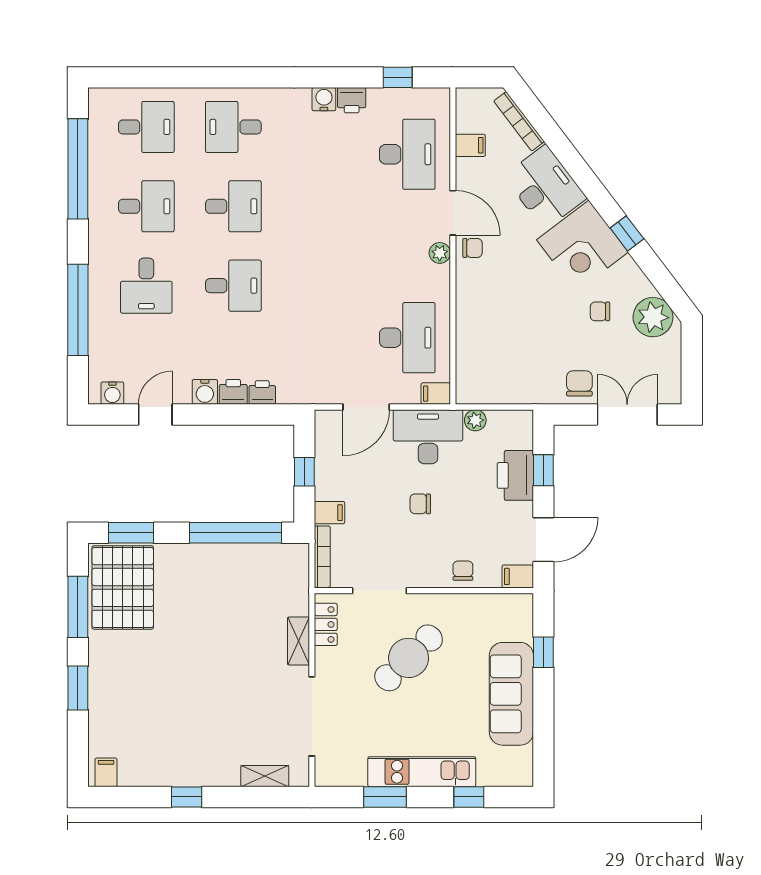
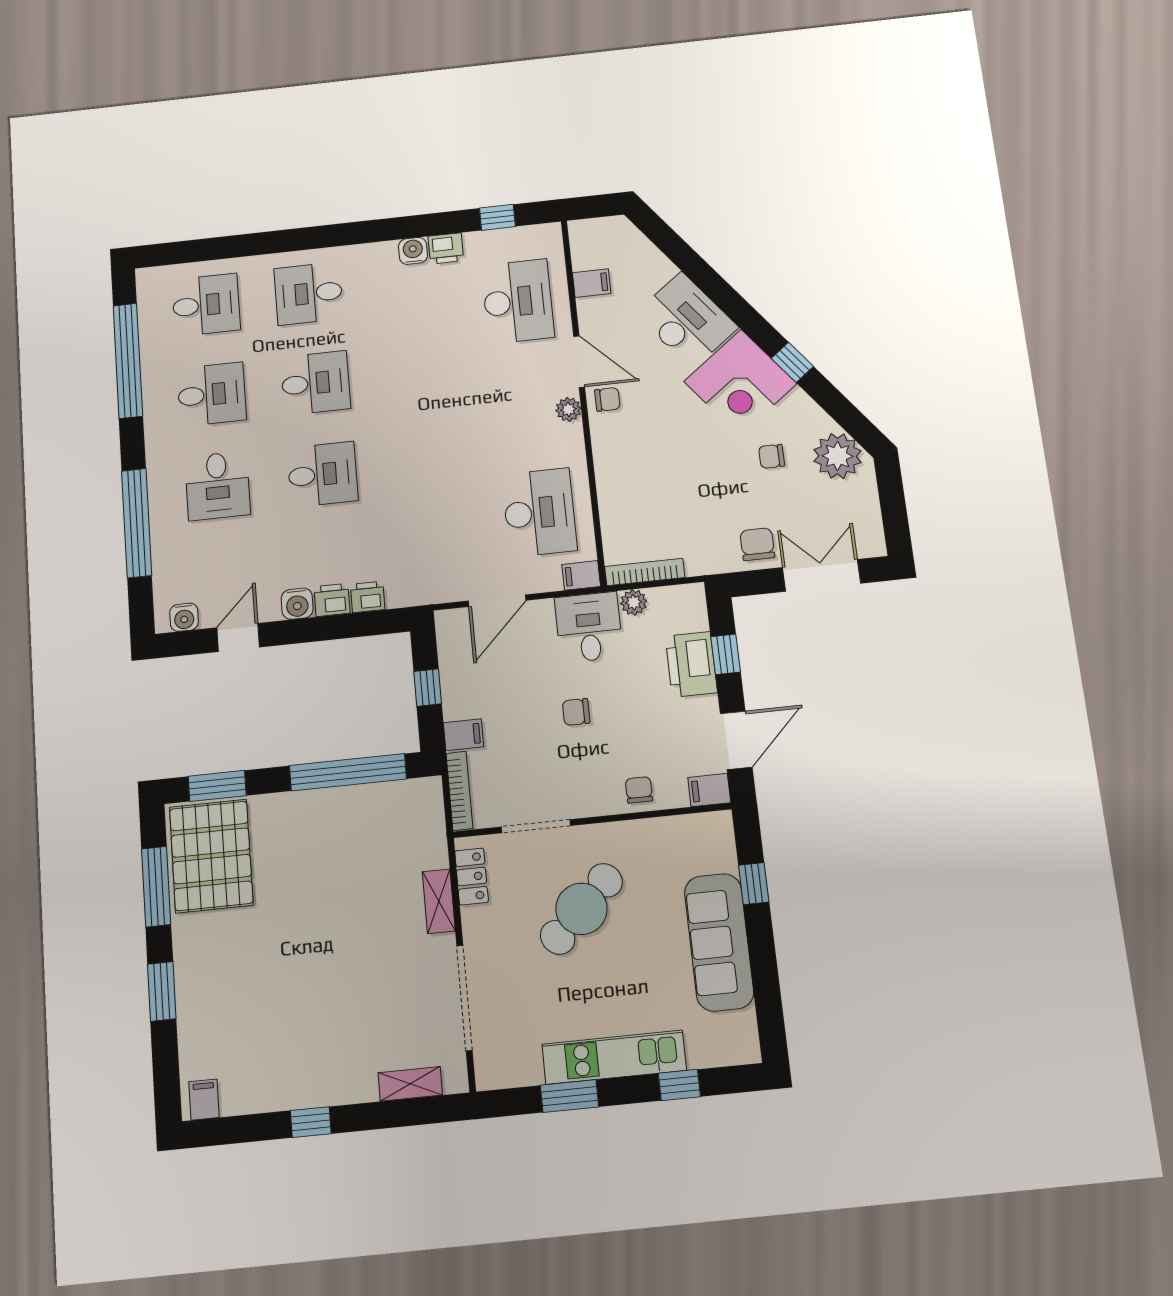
bookcase: (519, 121) -> (645, 572), moved, turned 127
desk: (428, 437) -> (589, 627), width x0.73

